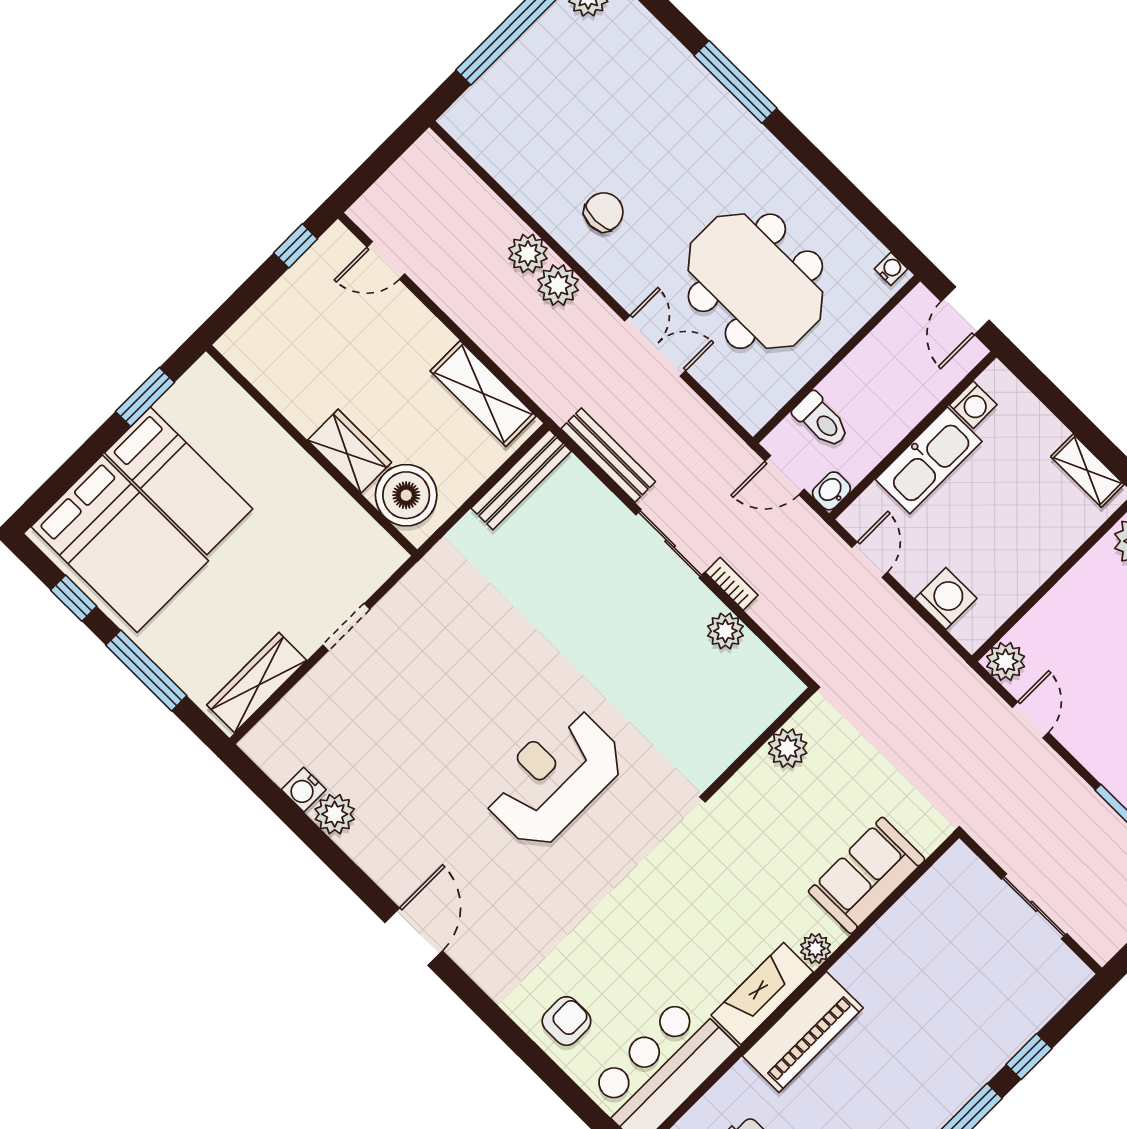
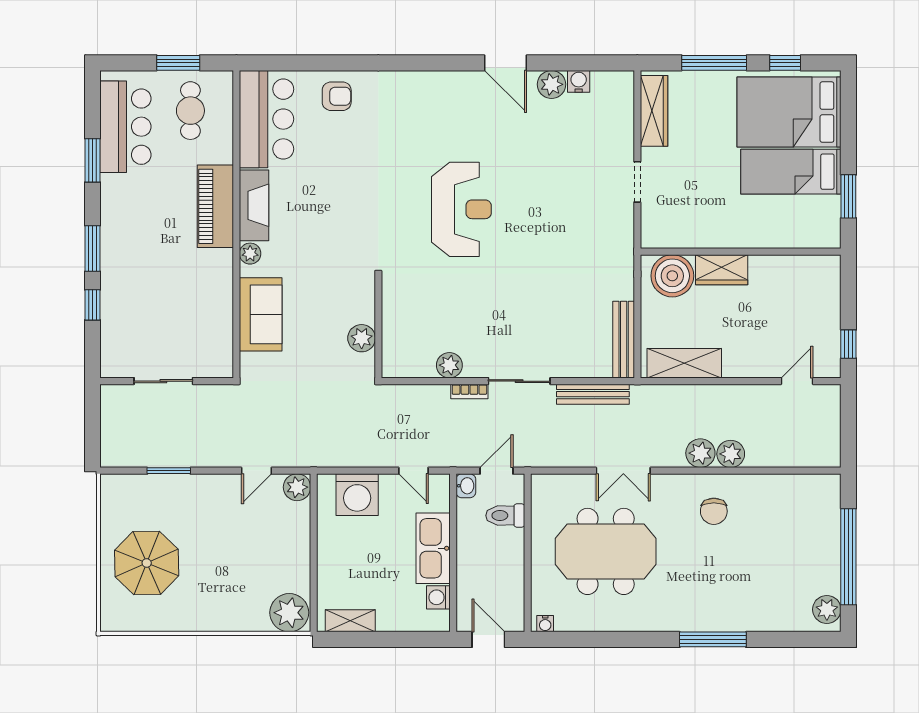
washing machine: (946, 598) -> (357, 495), width x1.37, depth x1.37
door: (1030, 720) -> (256, 471), hinge flipped
door: (414, 937) -> (506, 63), moved
armchair: (566, 1021) -> (337, 96), turned -90

